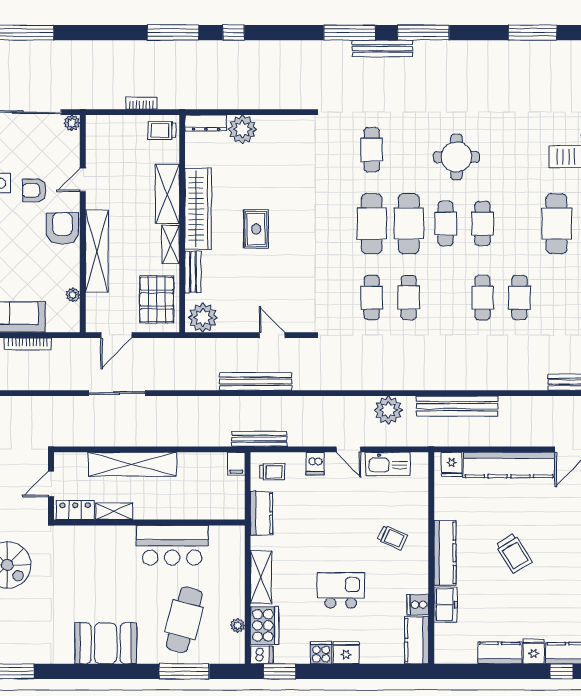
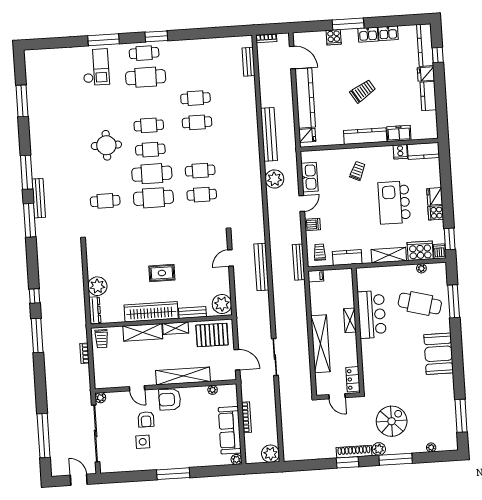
shelving: (114, 511) -> (350, 320), moved
kitchen island: (341, 590) -> (394, 203), width x1.37, depth x1.28

